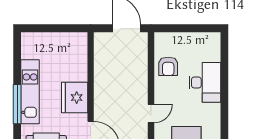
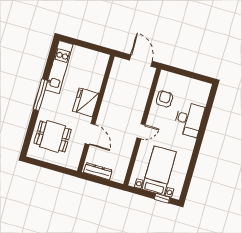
armchair: (168, 66) -> (164, 99), turned 180
kitchen unit: (30, 92) -> (59, 67), moved

